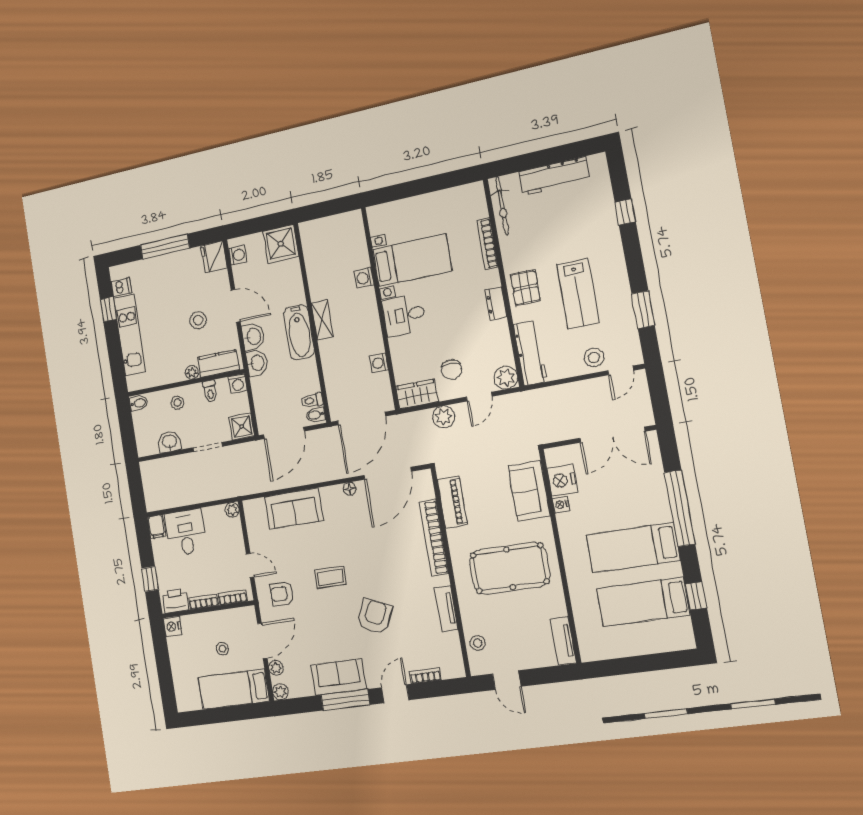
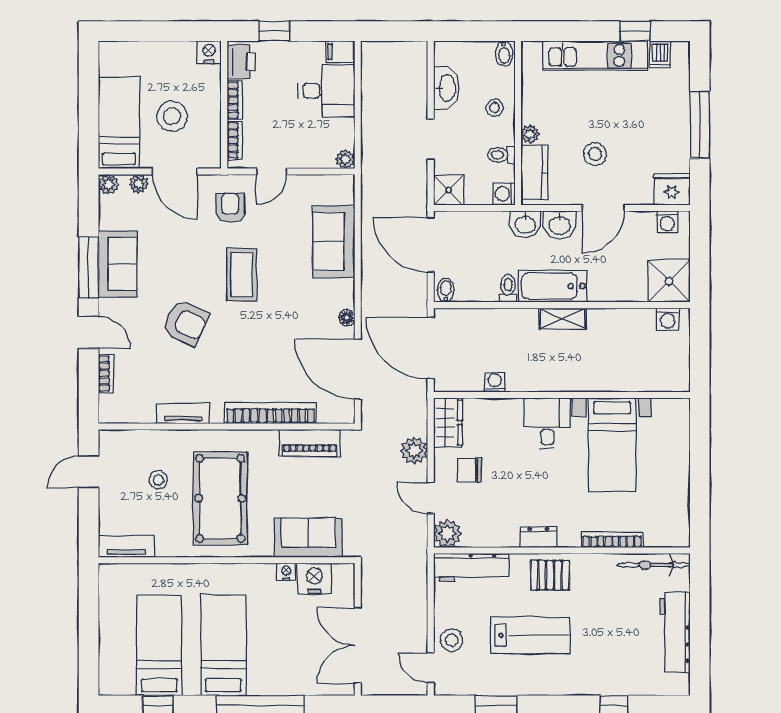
washing machine: (364, 278) -> (668, 319), moved, turned 180
lab bench: (578, 294) -> (530, 635), turned 180
toilet: (312, 400) -> (508, 288), moved
washbasin: (169, 442) -> (446, 88), width x1.38
coffee table: (330, 577) -> (242, 274), width x1.36, depth x1.30
stool: (478, 643) -> (158, 480), moved
stool: (222, 649) -> (172, 116), width x1.89, depth x1.89

